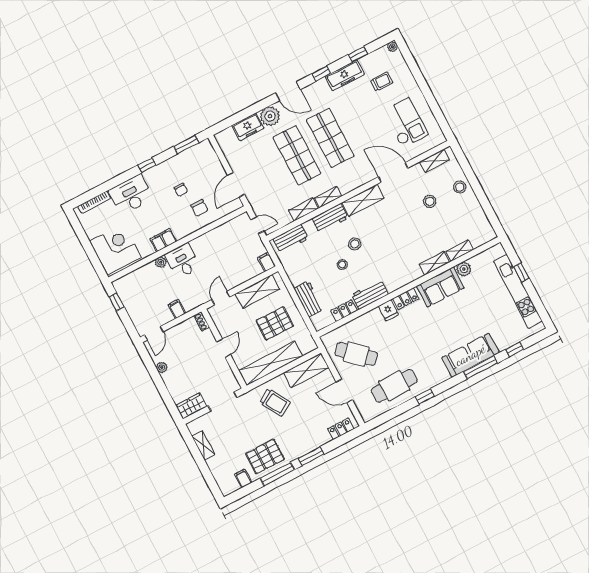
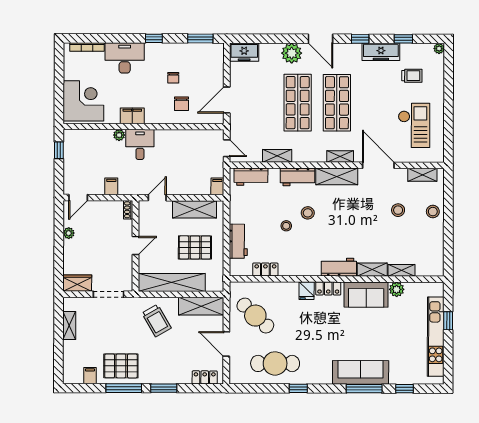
freezer: (248, 127) -> (244, 52), moved
shelving: (328, 197) -> (340, 156), moved
workbench: (370, 295) -> (339, 267), moved

